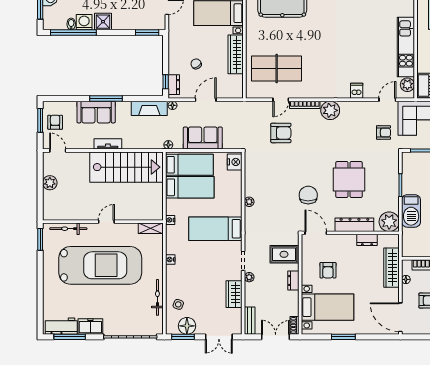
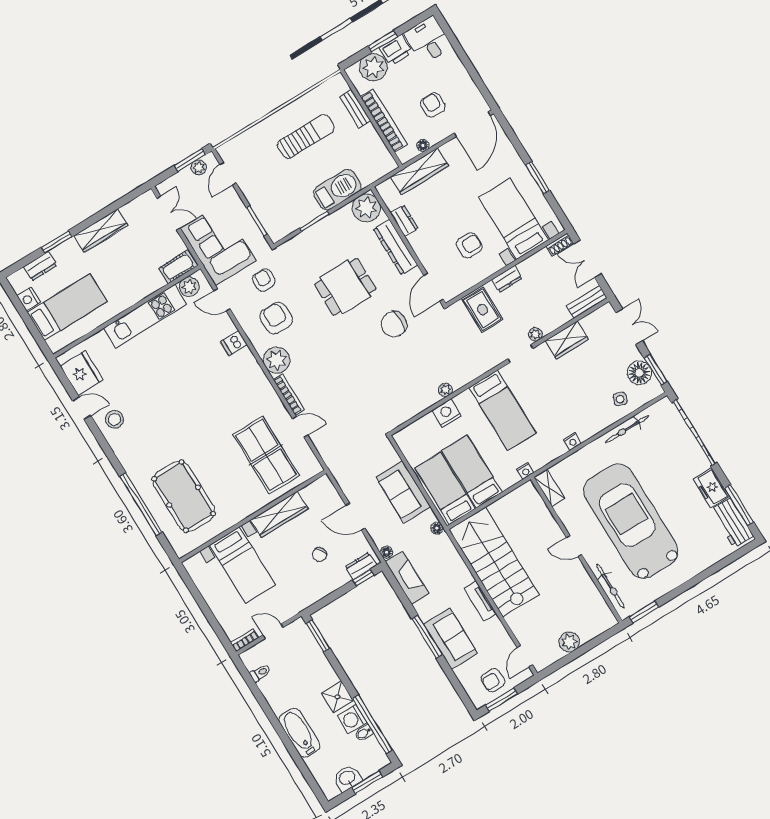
armchair: (281, 133) -> (276, 318), moved
nightstand: (235, 162) -> (447, 413), moved

